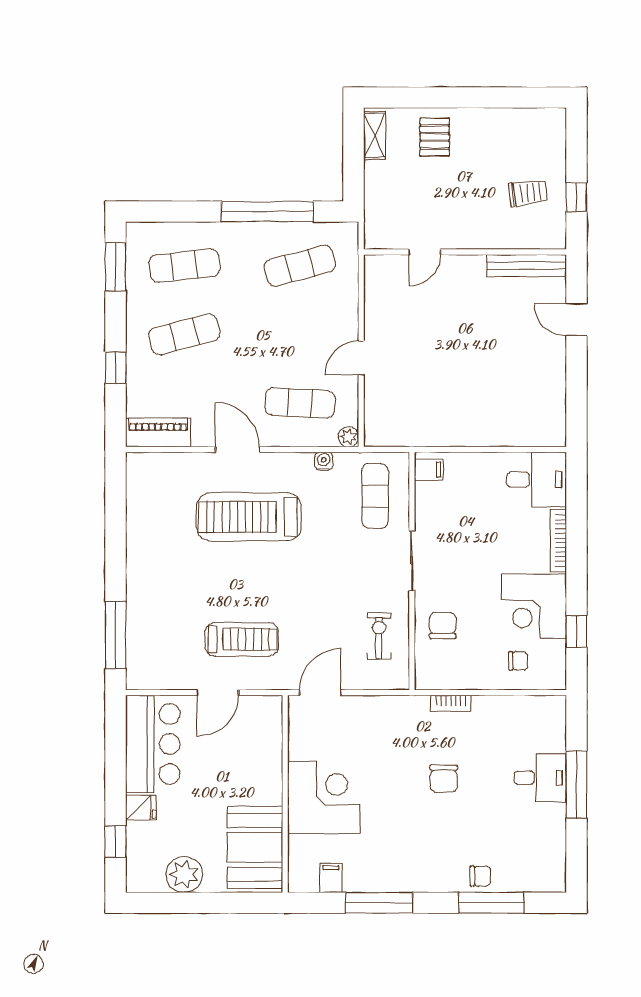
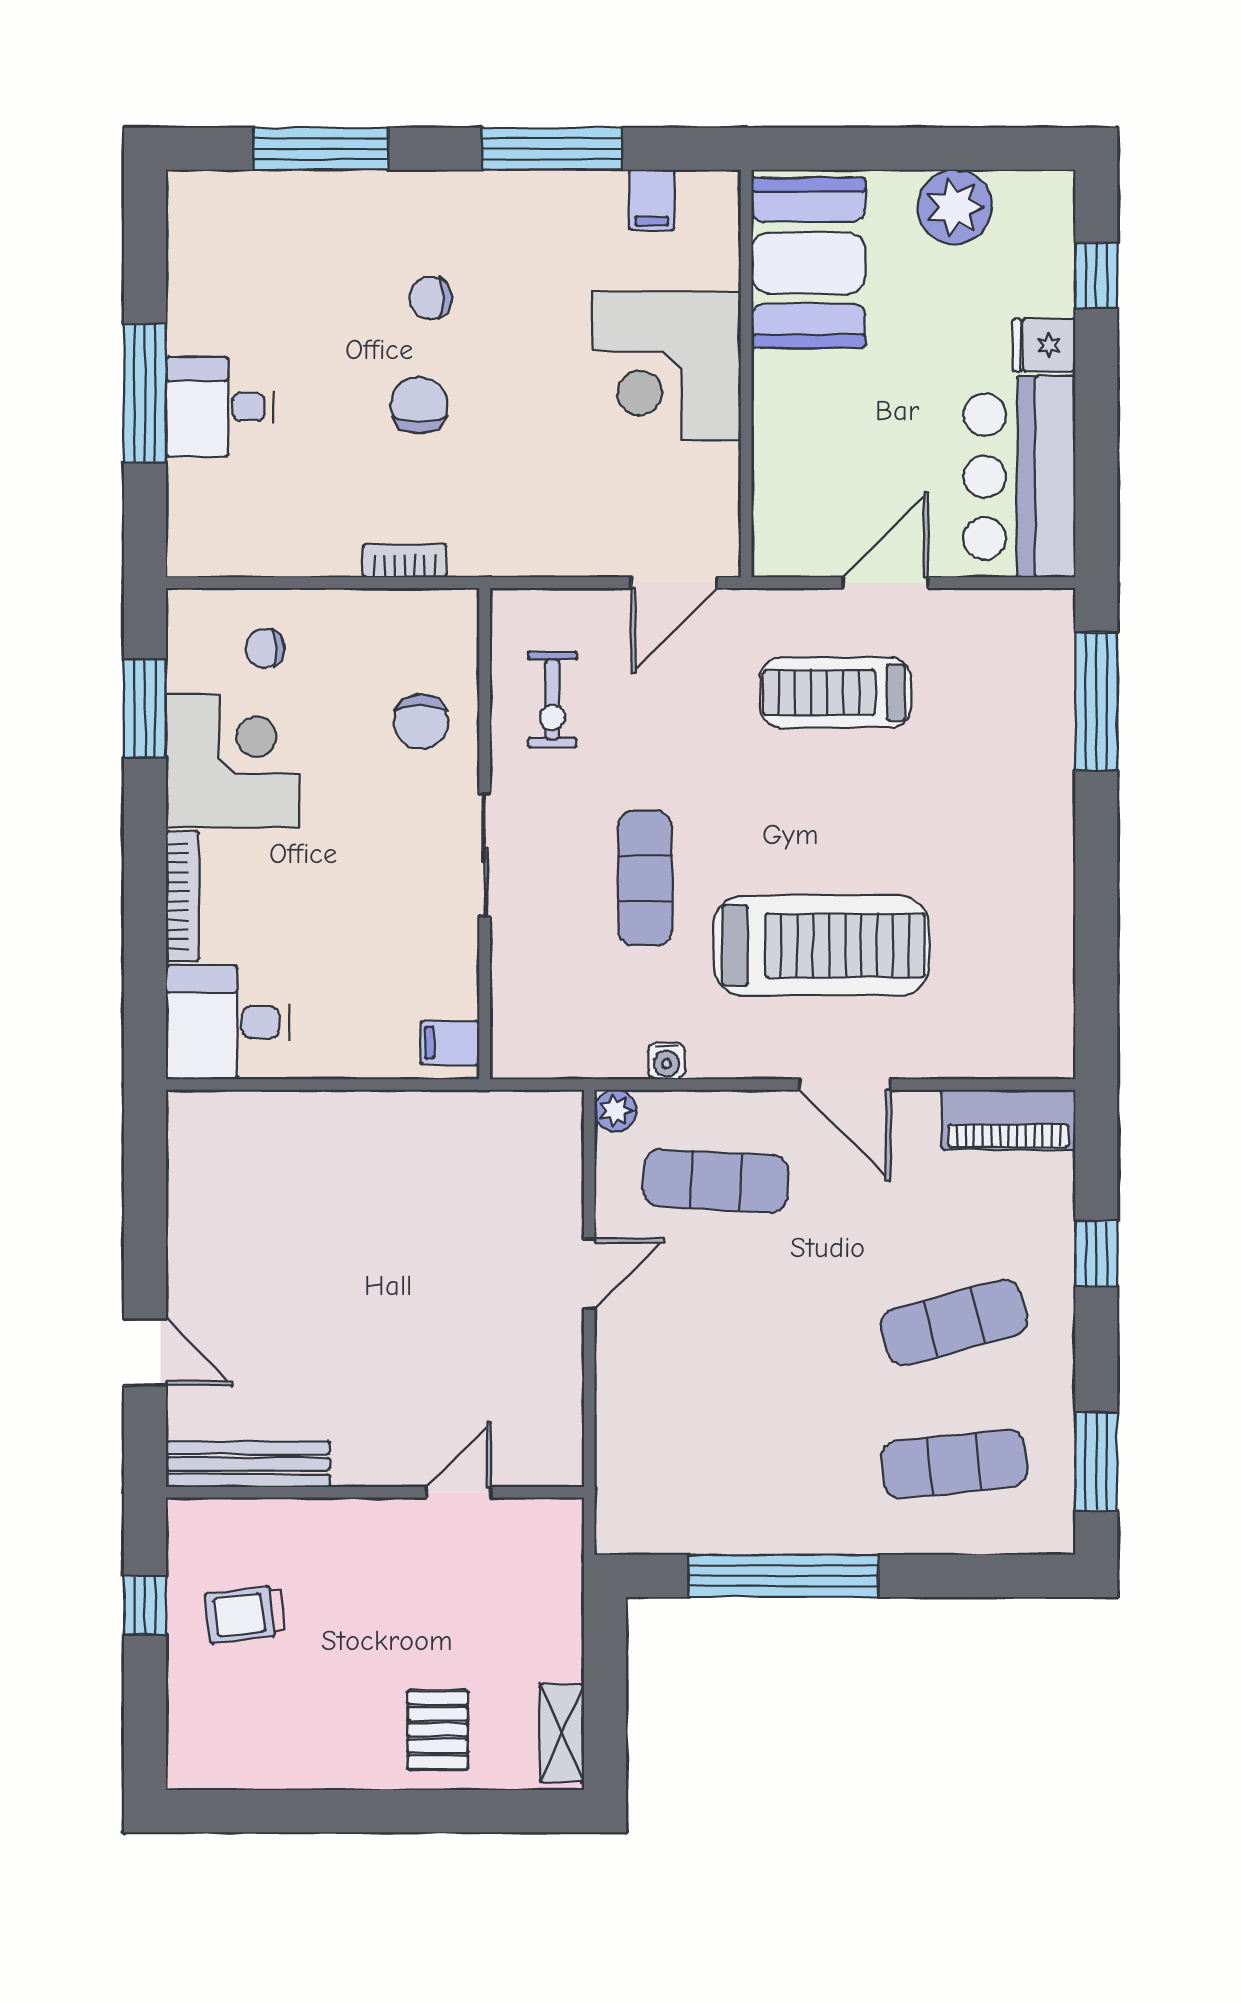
exercise mat: (300, 266) -> (716, 1464), removed
exercise mat: (375, 496) -> (645, 878), moved
window: (576, 632) -> (145, 709), width x1.50
chair: (480, 876) -> (431, 298), moved

